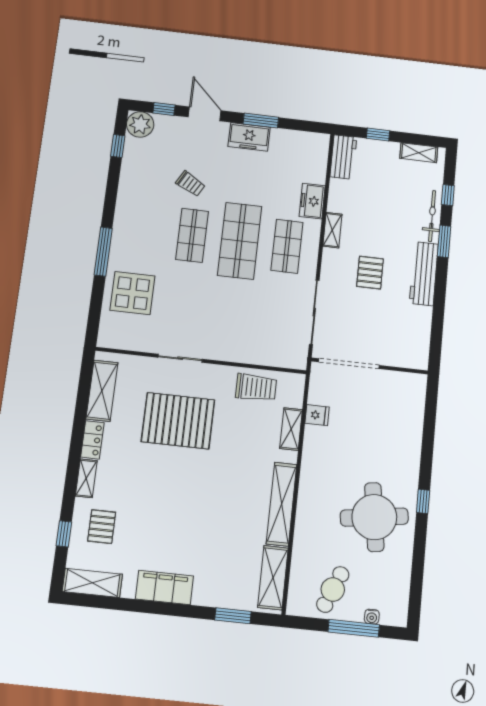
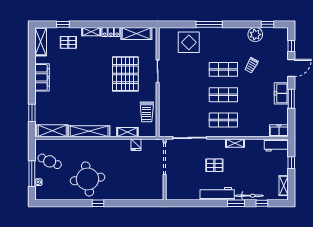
plant: (140, 124) -> (255, 35), moved
freezer: (312, 201) -> (279, 131), moved
shop shelf: (240, 241) -> (223, 95), width x0.70, depth x0.74

